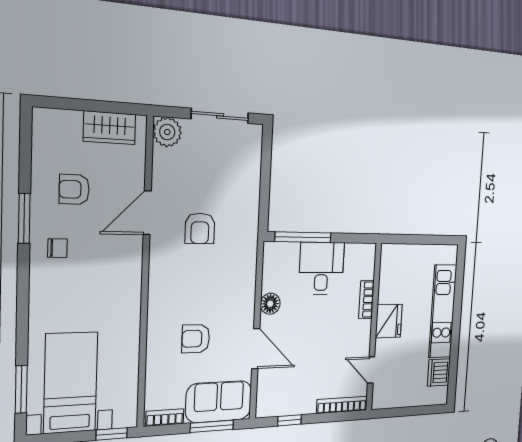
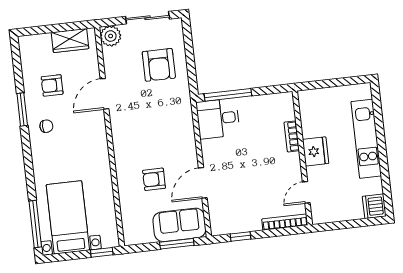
armchair: (200, 228) -> (159, 65), moved, width x1.38, depth x1.38
desk: (322, 268) -> (218, 118), moved, turned -90
floor lamp: (270, 304) -> (209, 148), removed
door: (256, 349) -> (203, 183), swing flipped
door: (371, 370) -> (306, 192), hinge flipped
dishwasher: (439, 372) -> (374, 206), moved
window: (21, 389) -> (35, 224), width x1.44
bookcase: (165, 418) -> (139, 239), removed

